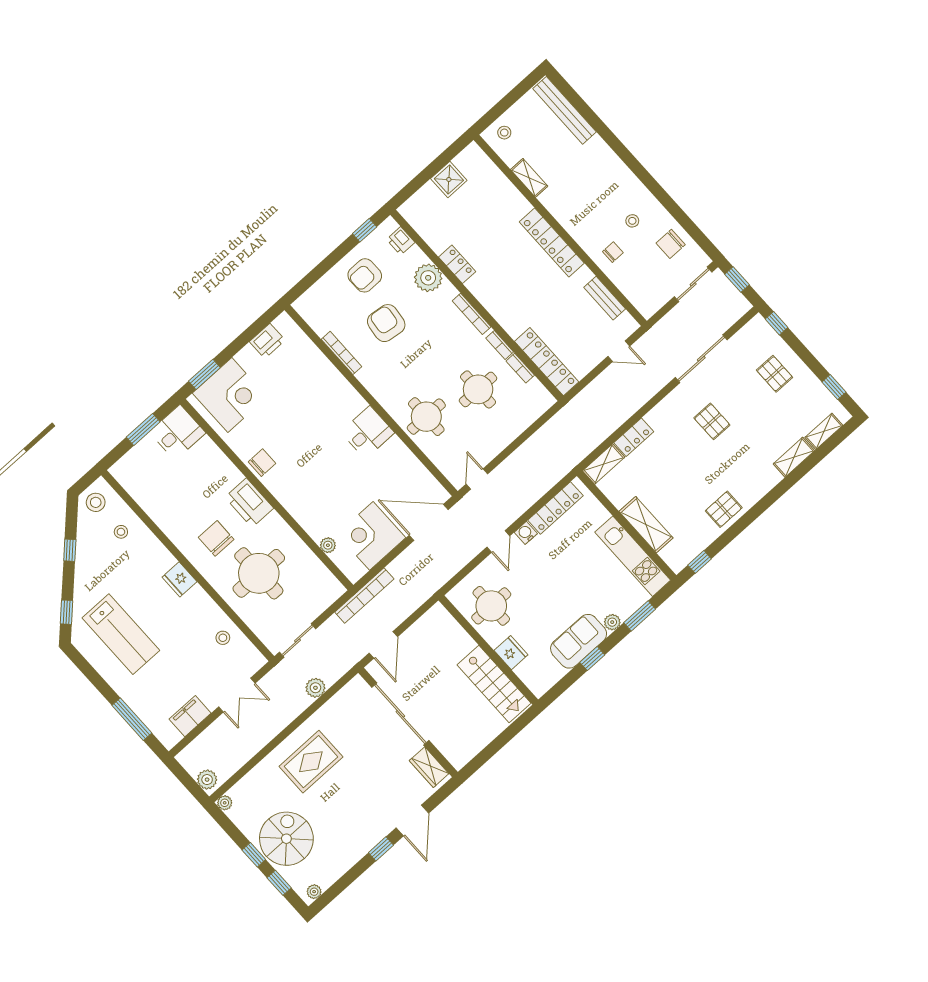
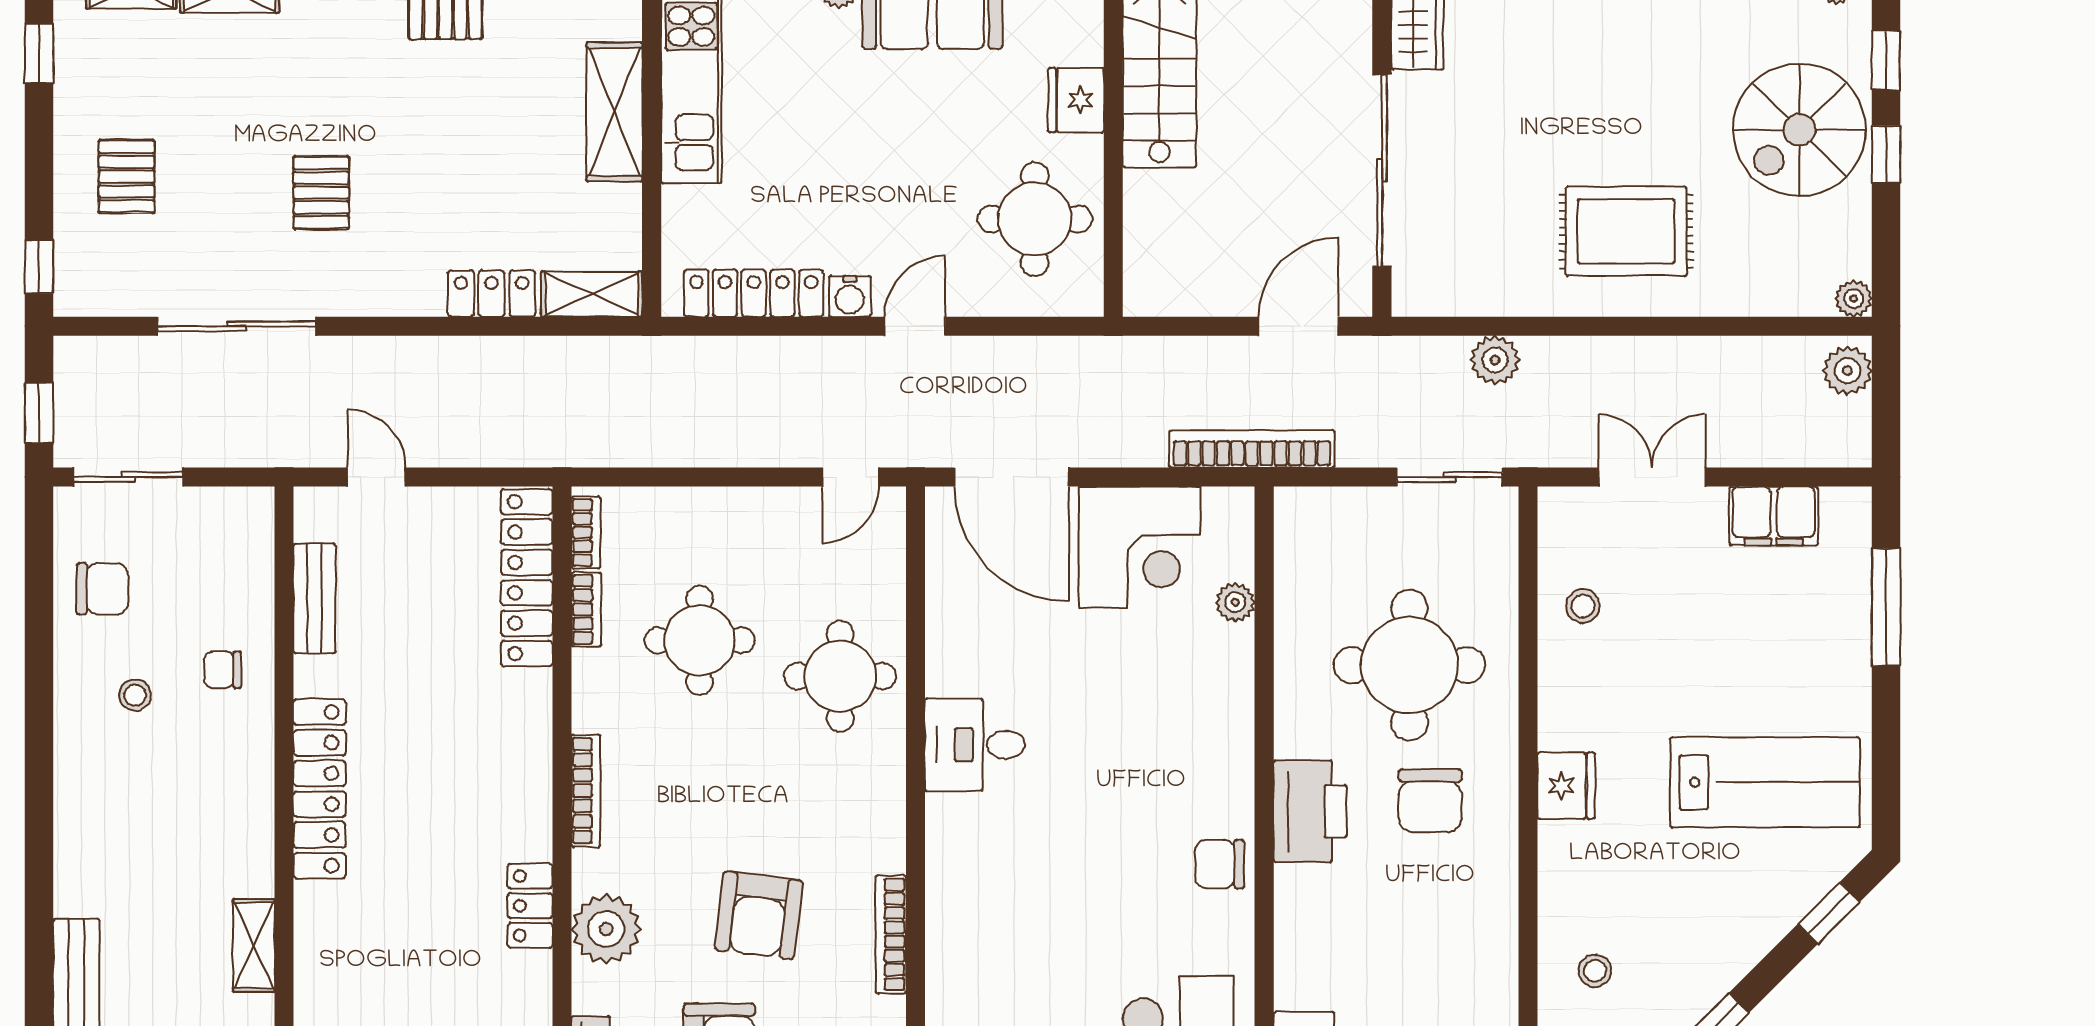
bookcase: (500, 345) -> (586, 533), moved
lab bench: (121, 634) -> (1765, 782), turned 90

